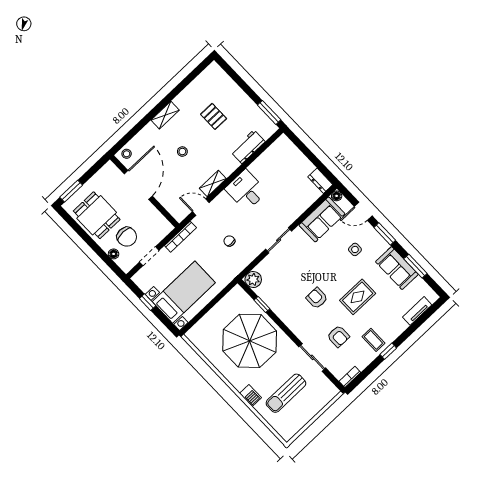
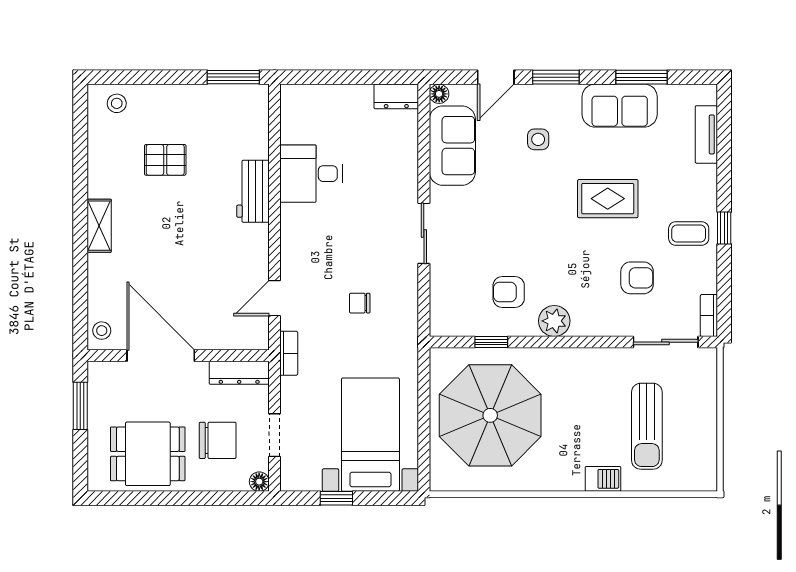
workbench: (248, 147) -> (253, 191), moved
stool: (182, 152) -> (117, 103), moved
shelving: (213, 184) -> (258, 250), removed
desk: (246, 190) -> (311, 174), moved
window: (71, 191) -> (80, 406), moved
dresser: (160, 221) -> (239, 373), added
bookcase: (180, 237) -> (289, 353), width x0.64
floor lamp: (114, 254) -> (259, 482), moved
plant: (253, 279) -> (554, 321), moved
rug: (358, 297) -> (608, 199), turned 90
armchair: (317, 298) -> (509, 292), moved
parasol: (250, 341) -> (490, 415), moved
sliding door: (312, 357) -> (666, 342), moved

